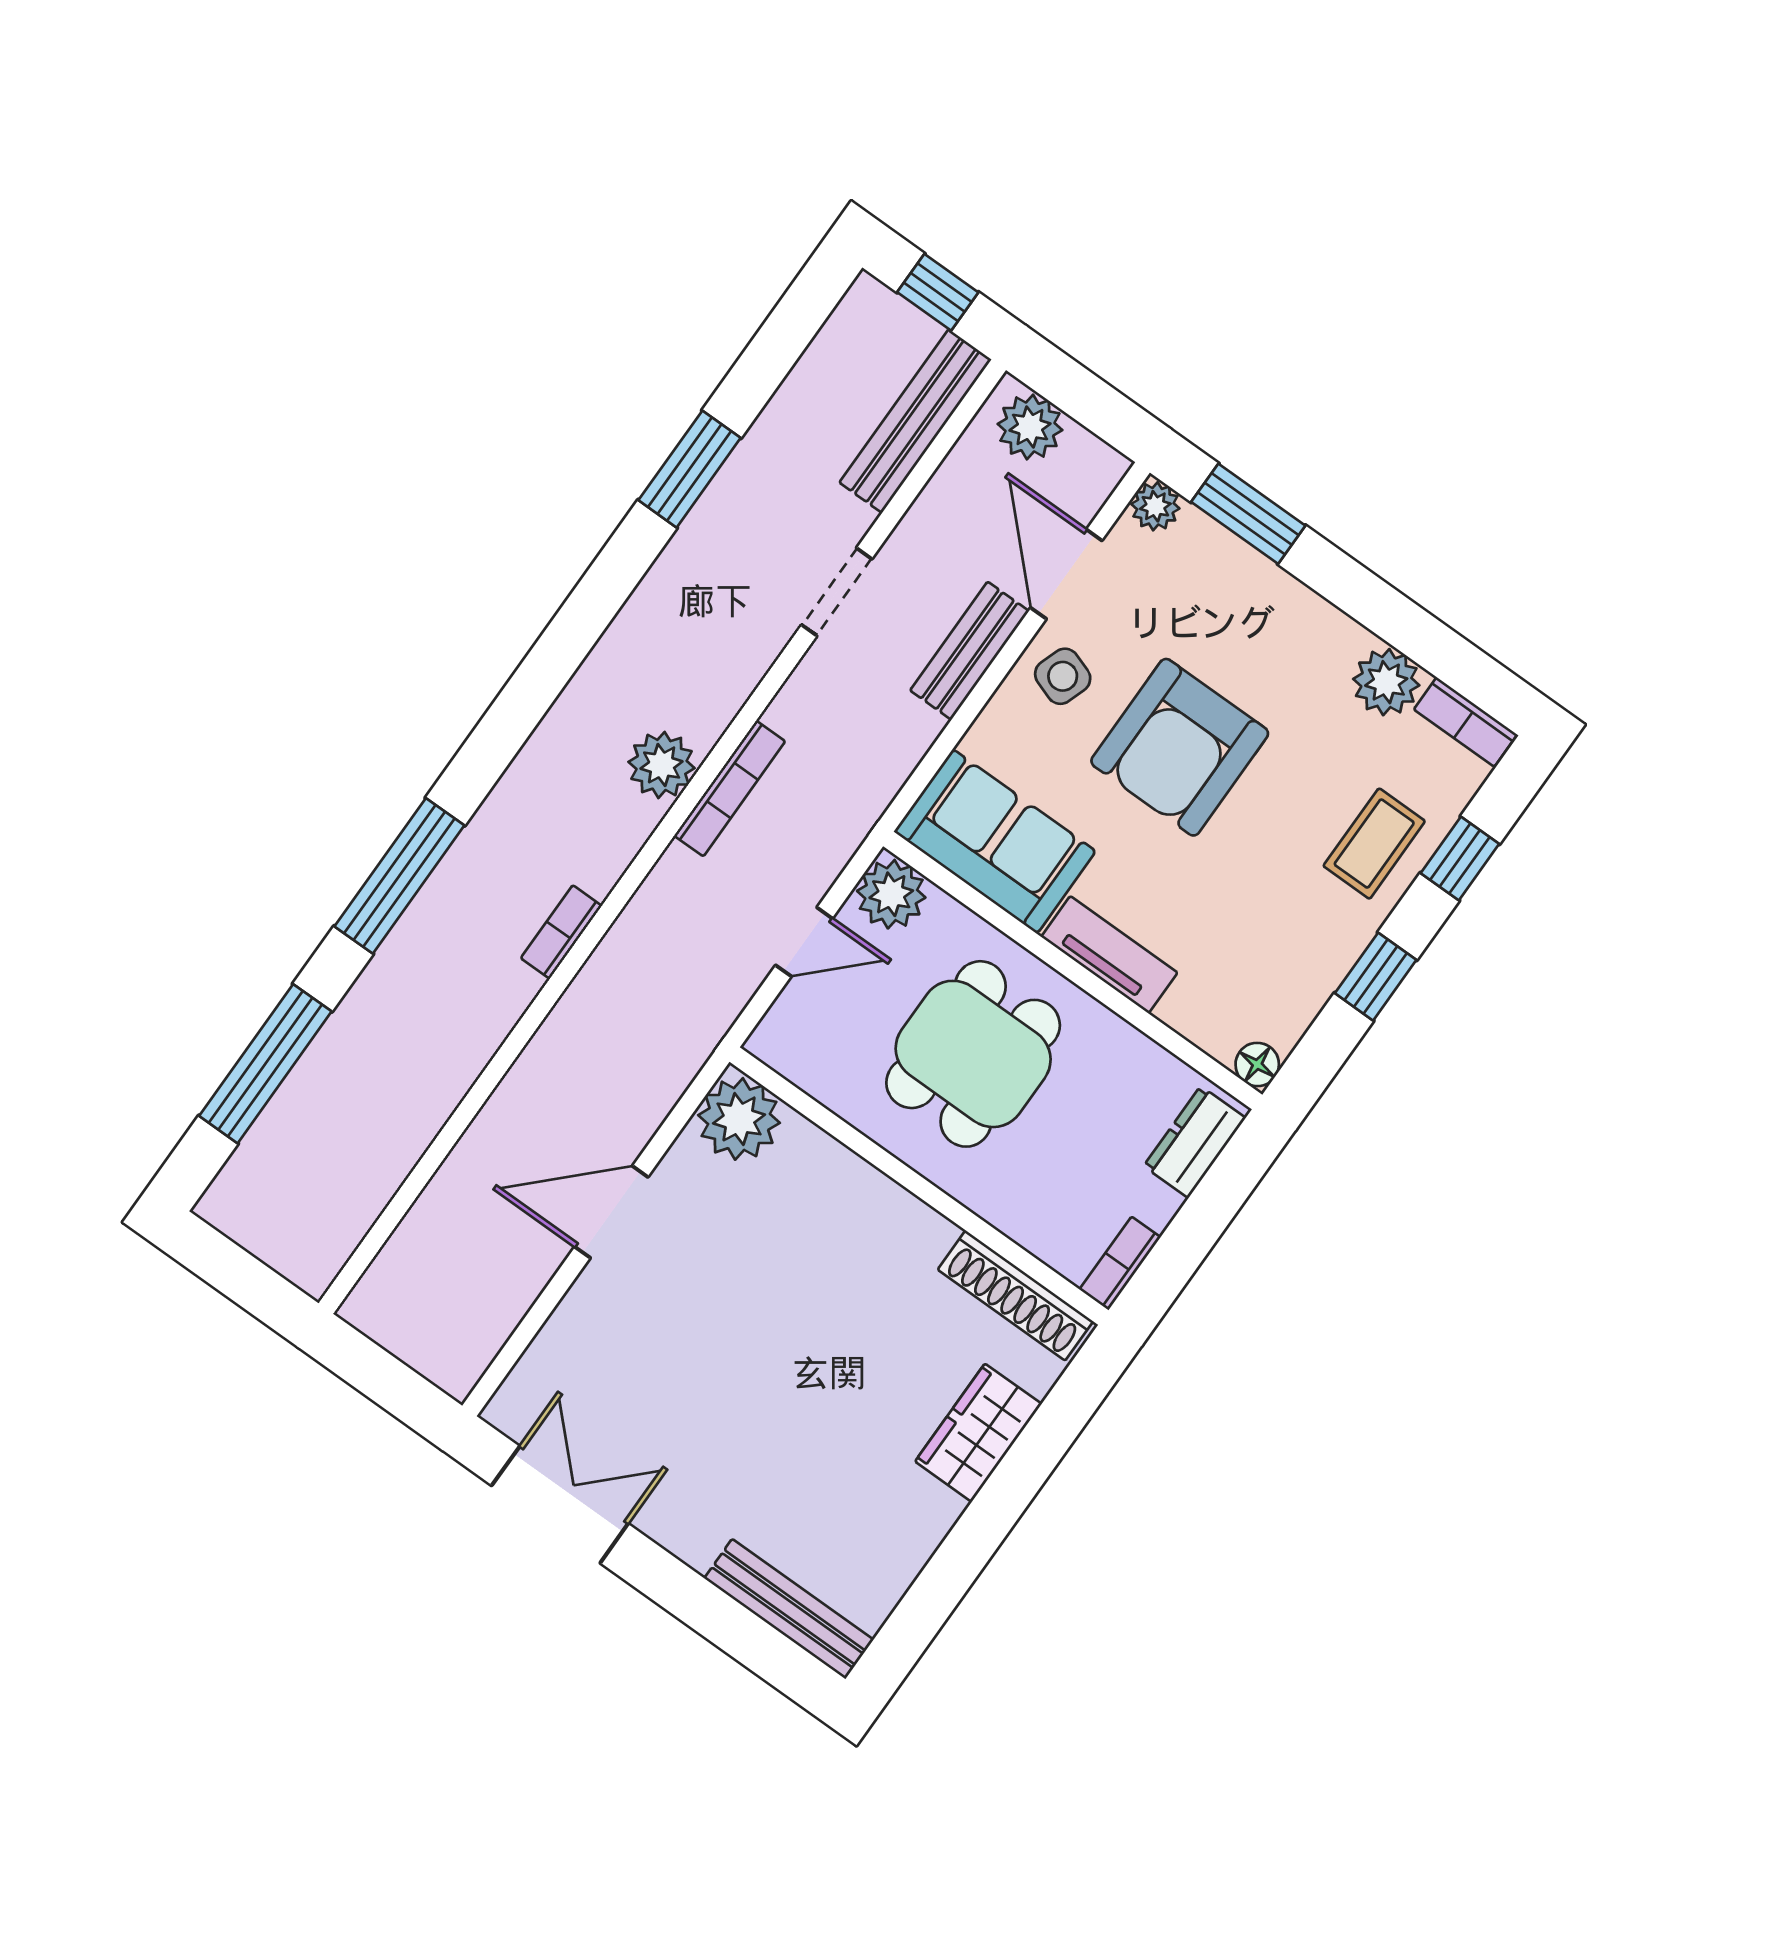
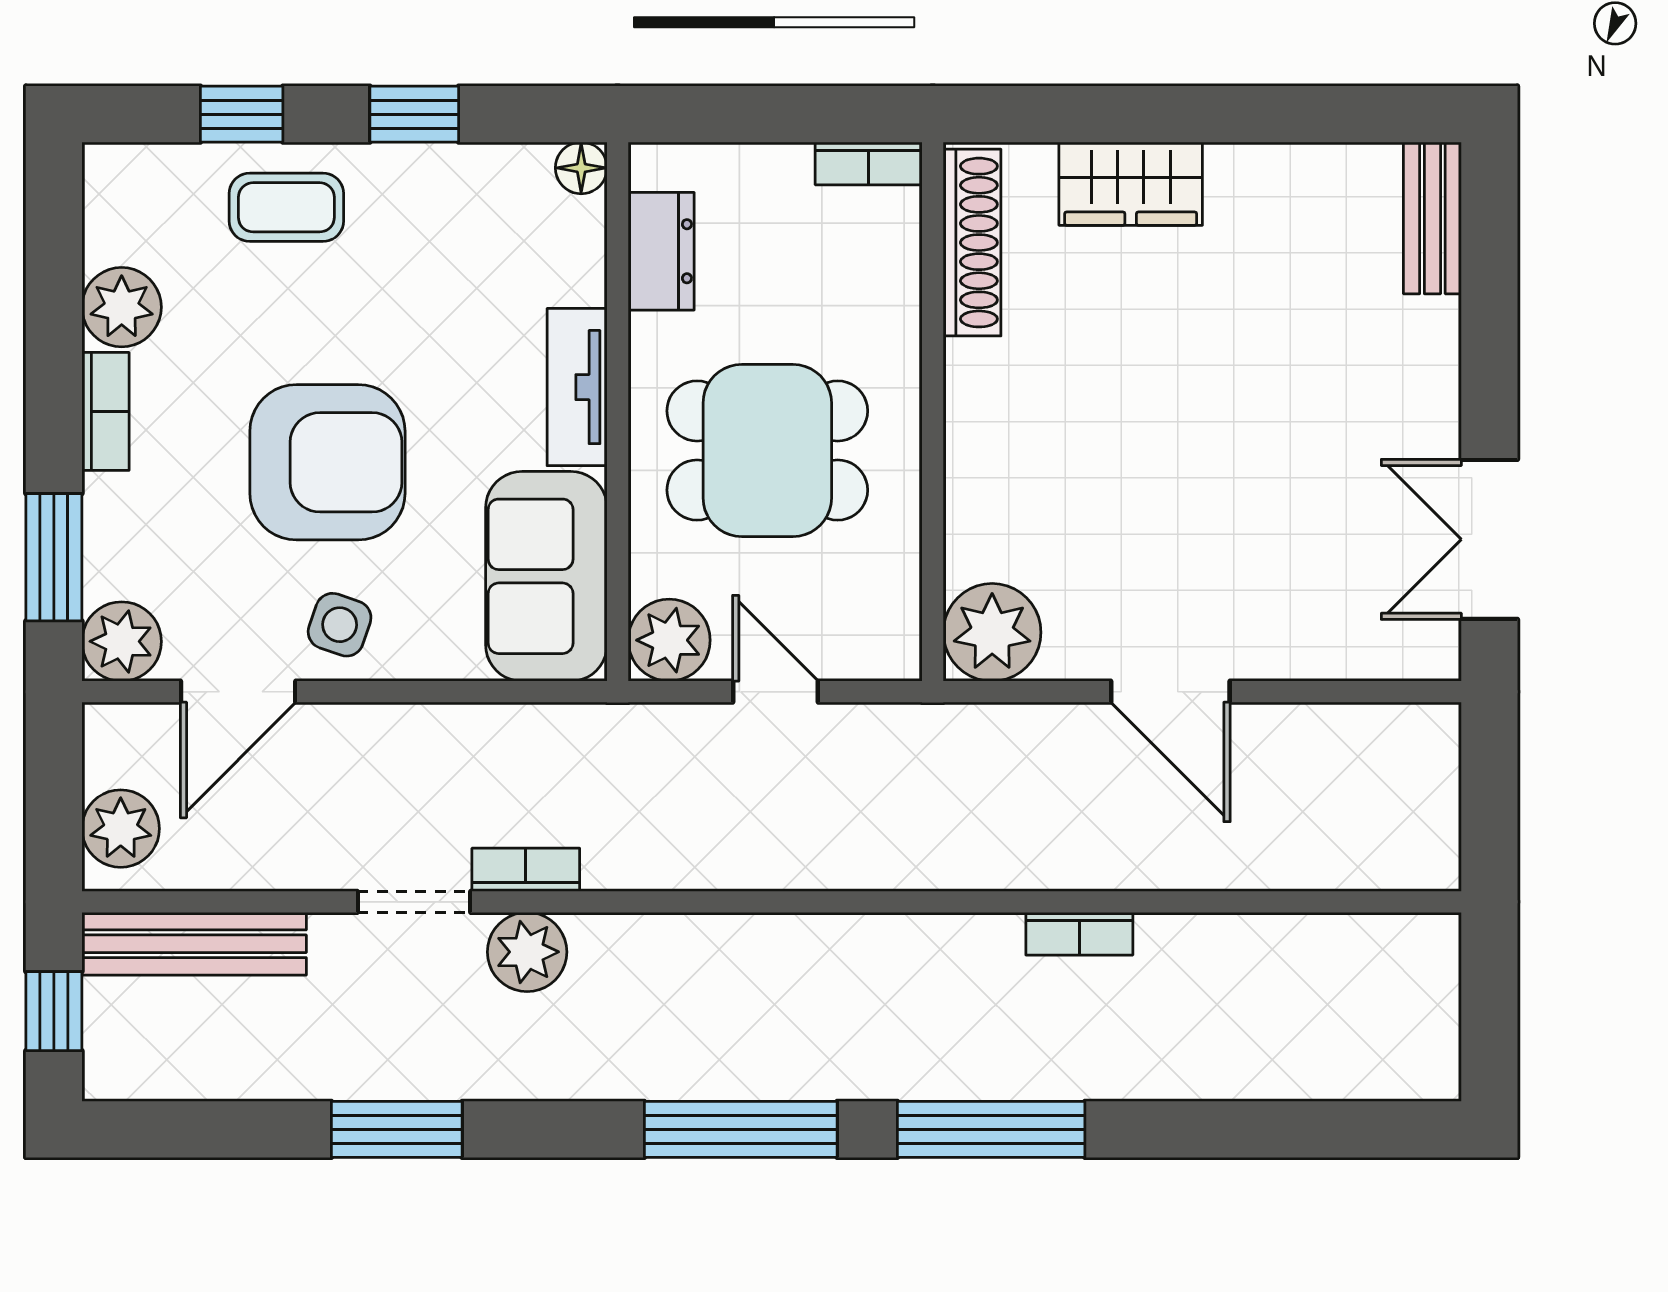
plant: (1155, 506) -> (122, 641), width x1.38, depth x1.38
bench: (969, 651) -> (379, 733), removed
bookcase: (1465, 722) -> (106, 411), moved
plant: (662, 765) -> (527, 952), moved
bookcase: (730, 788) -> (526, 870), moved, width x0.64
bookcase: (561, 932) -> (1079, 934), moved
window: (265, 1064) -> (741, 1129), moved
dresser: (1195, 1142) -> (661, 251), moved, turned -90
bench: (789, 1609) -> (1432, 218), width x0.73

